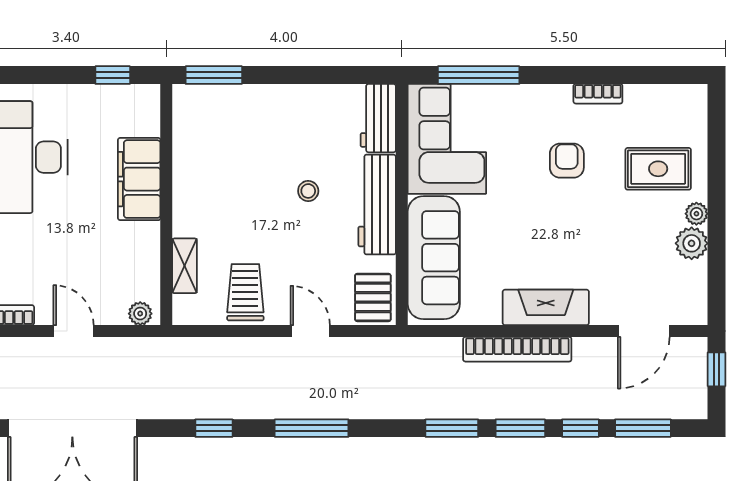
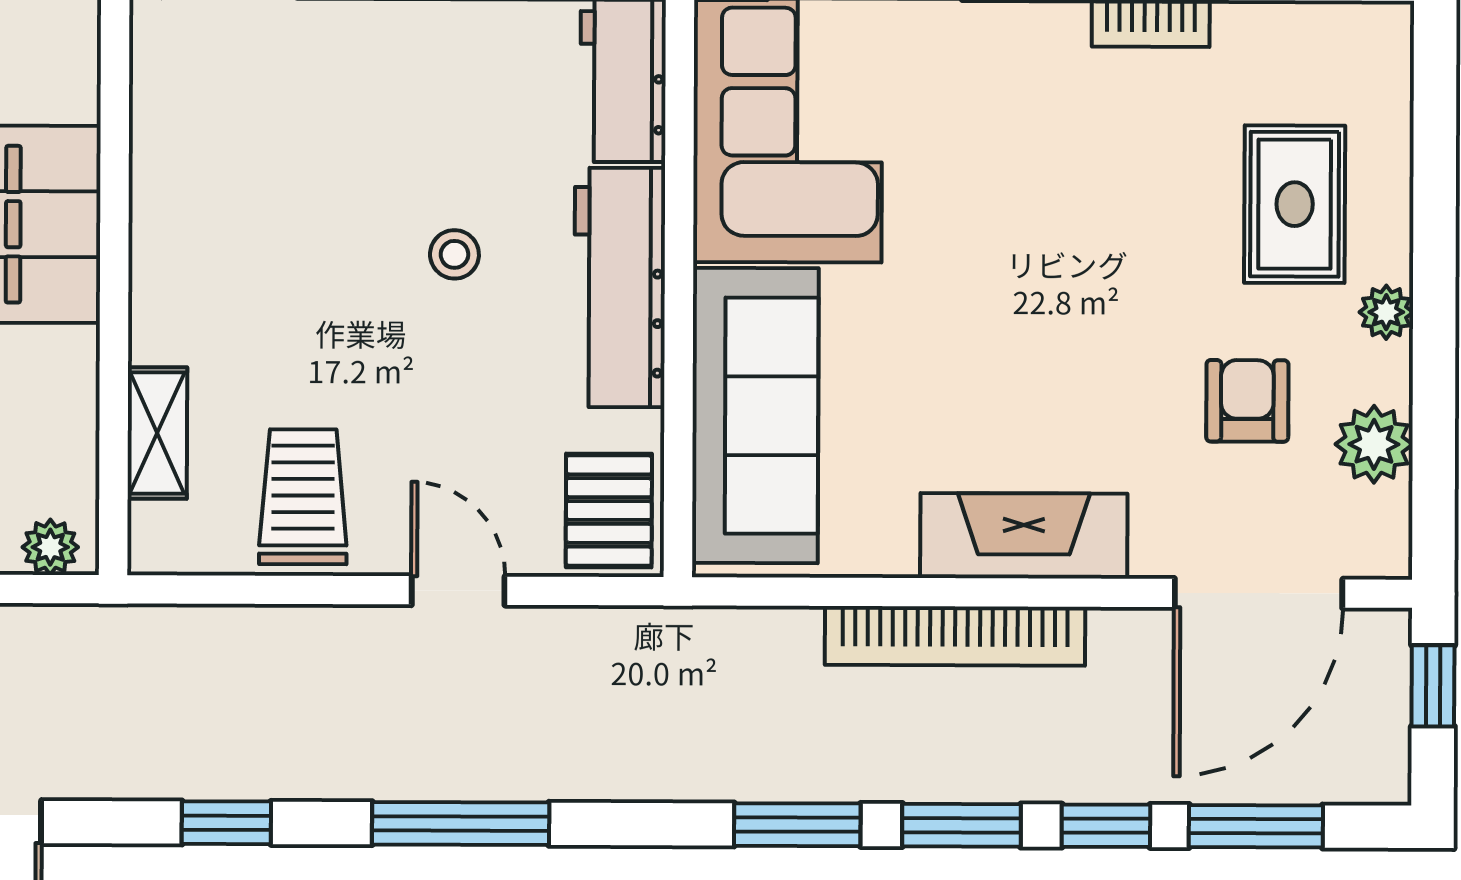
armchair: (567, 161) -> (1247, 401), moved
rug: (658, 169) -> (1295, 204), turned 90
plant: (692, 243) -> (1374, 444), moved
door: (644, 331) -> (1258, 593), width x1.36

